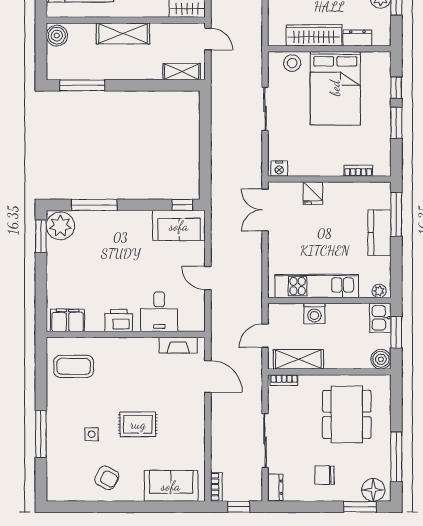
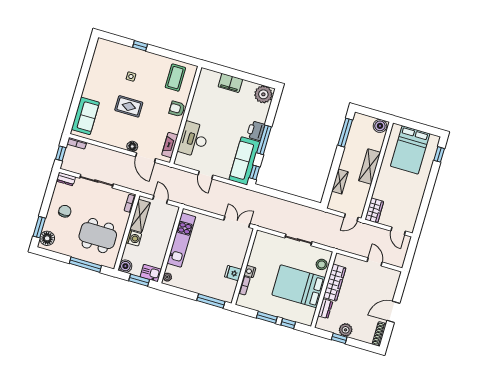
shelving: (182, 72) -> (340, 182), moved
nightstand: (279, 169) -> (250, 271), moved
fridge: (313, 193) -> (233, 273), moved
window: (94, 205) -> (264, 140), moved
sofa: (179, 226) -> (244, 161), width x1.36
kitchen counter: (379, 233) -> (203, 288), removed
window: (41, 236) -> (261, 81), removed
door: (208, 278) -> (205, 175), swing flipped
desk: (159, 312) -> (194, 139), width x1.37
washing machine: (314, 313) -> (134, 238), moved, turned 180
filing cabinet: (68, 320) -> (230, 83), moved, turned 90
printer: (119, 320) -> (256, 131), moved, turned 180
door: (208, 376) -> (146, 158), hinge flipped
floor lamp: (197, 401) -> (132, 146), added
rug: (138, 424) -> (129, 106), turned 90
window: (41, 434) -> (140, 46), width x0.46
window: (396, 457) -> (85, 265), moved
armchair: (107, 478) -> (177, 109), moved, turned 62

